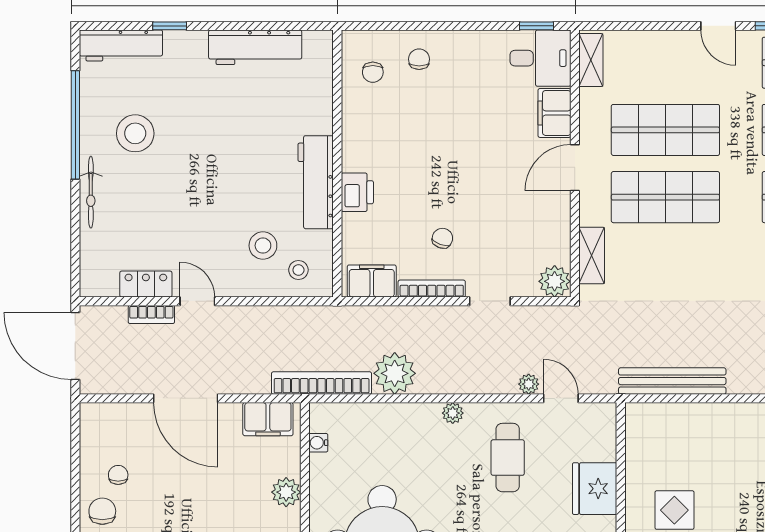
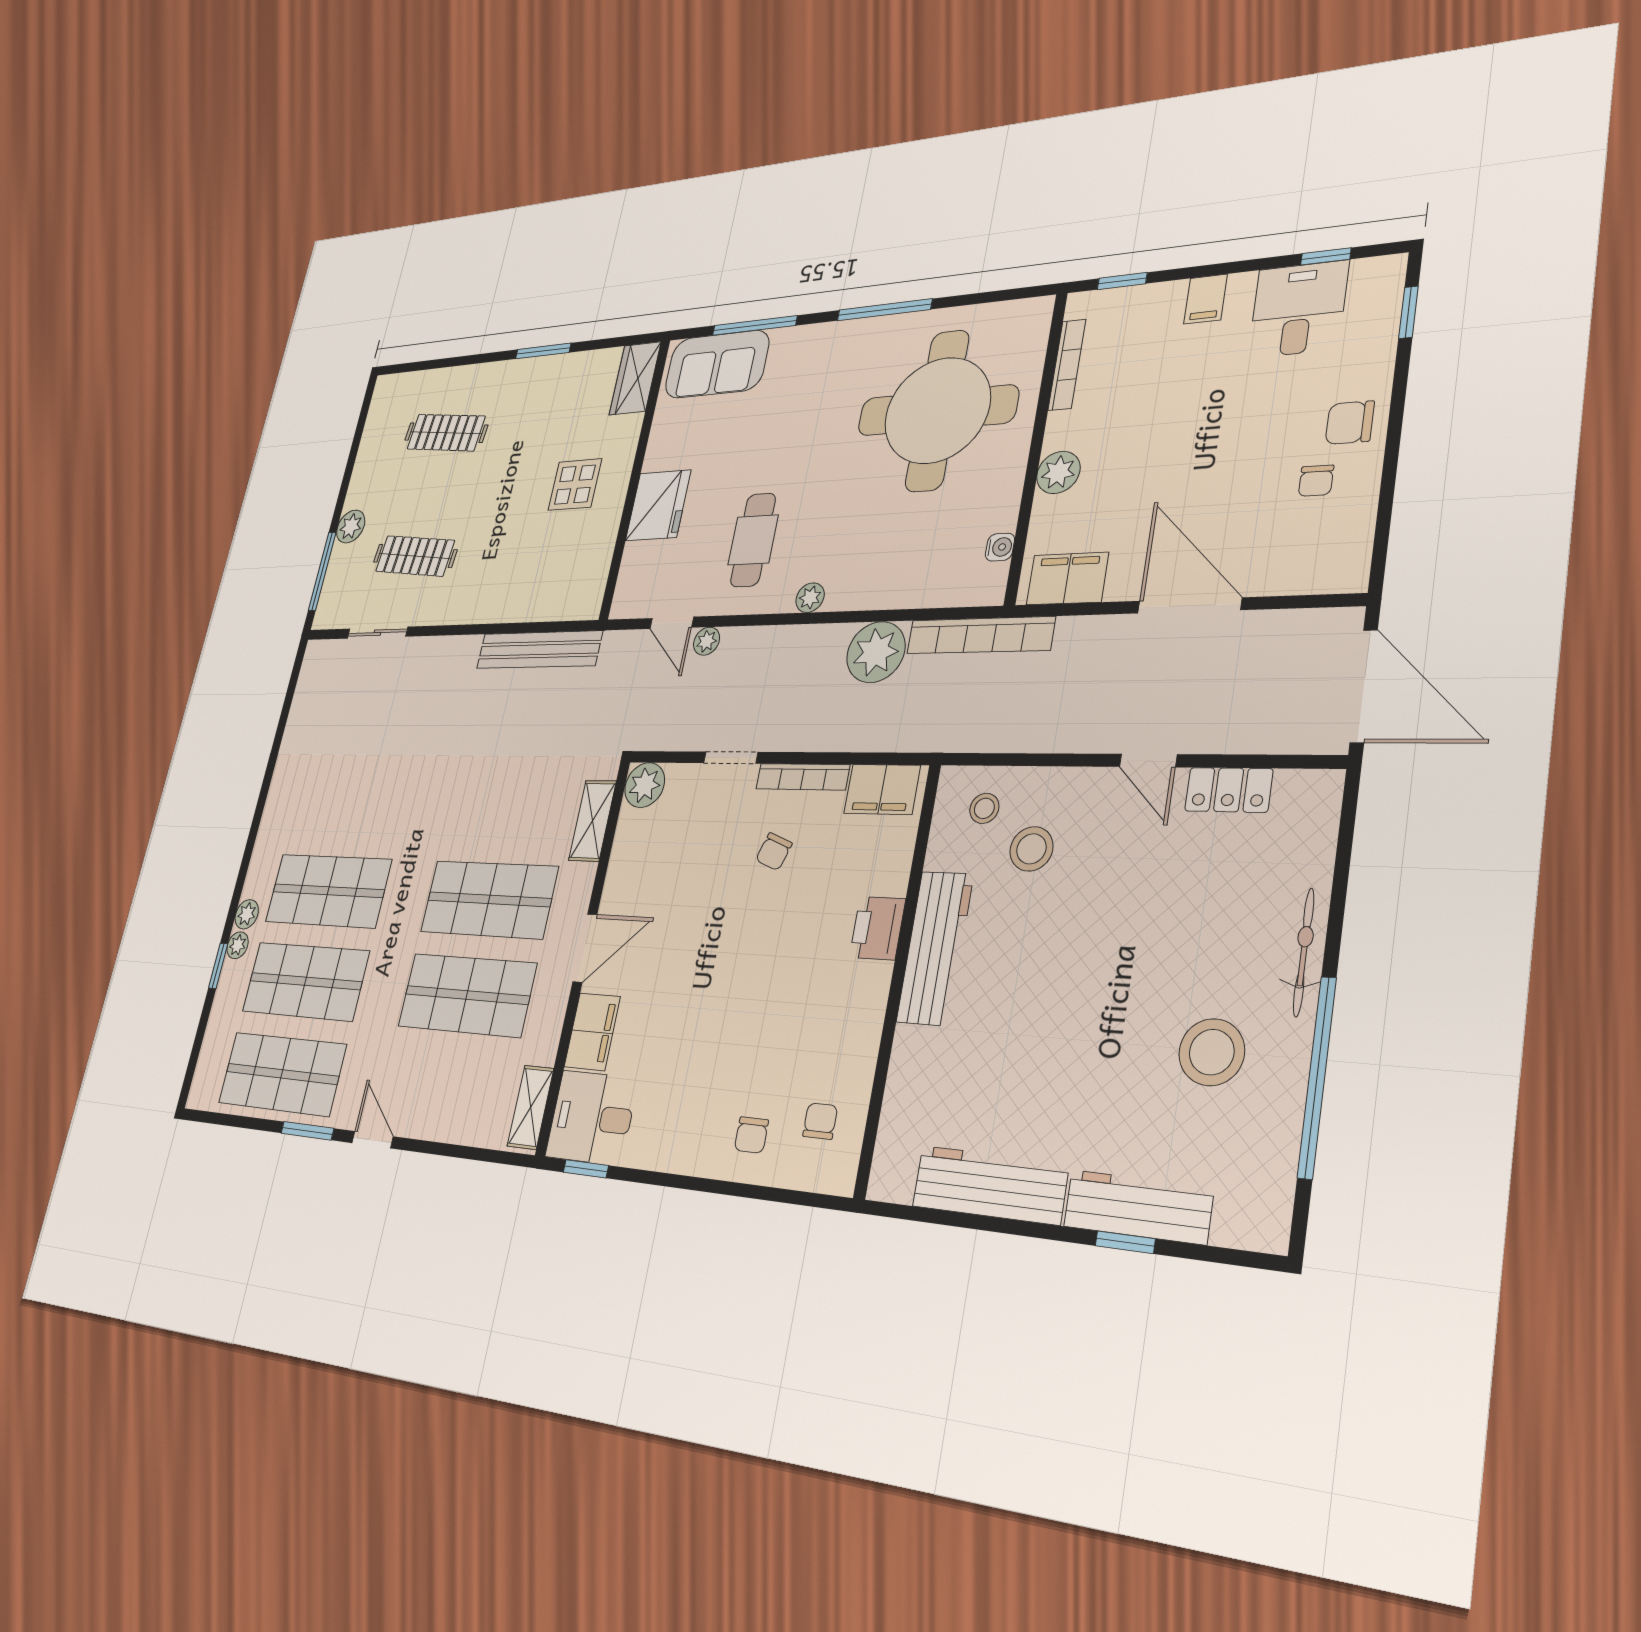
workbench: (121, 45) -> (1138, 1207), moved
bookcase: (151, 314) -> (1226, 739), removed
chair: (102, 511) -> (1350, 423), turned 90

